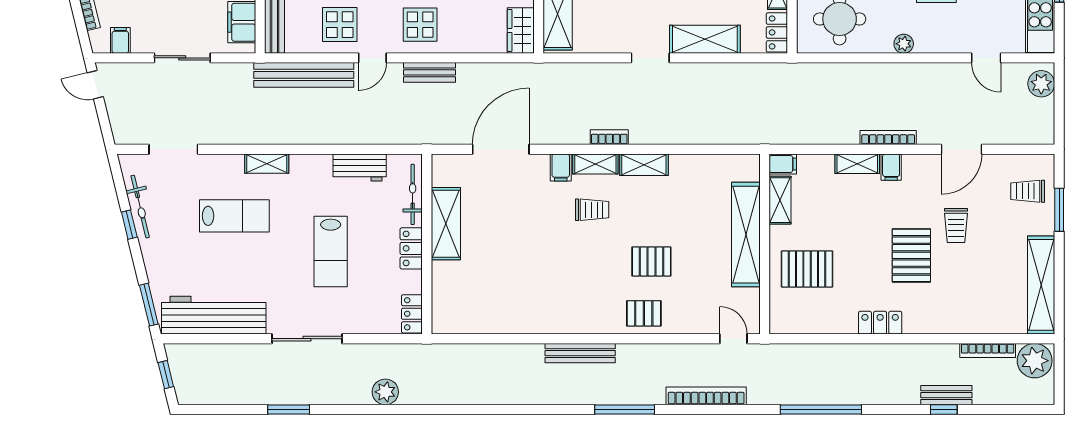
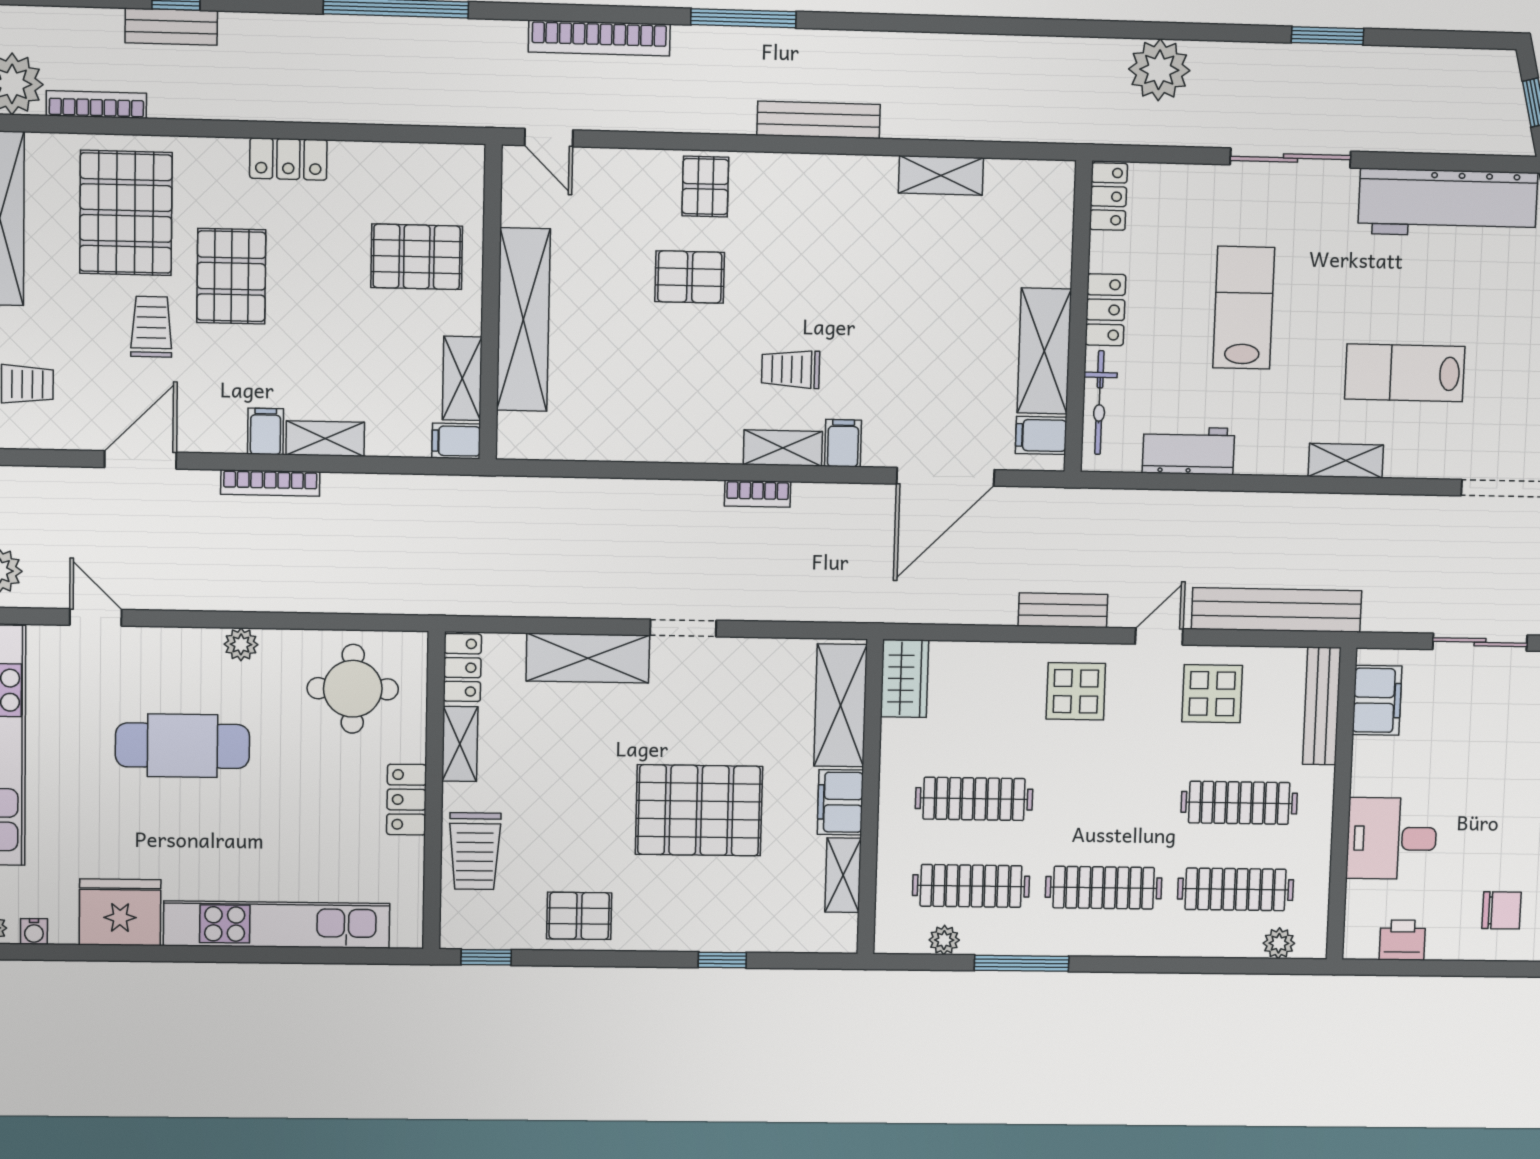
shelving: (644, 165) -> (941, 175), moved
filing cabinet: (446, 175) -> (1041, 435), added
pallet: (971, 290) -> (126, 213), added
pallet: (644, 313) -> (705, 186), turned 90
plant: (385, 392) -> (1159, 70), width x1.36, depth x1.36

